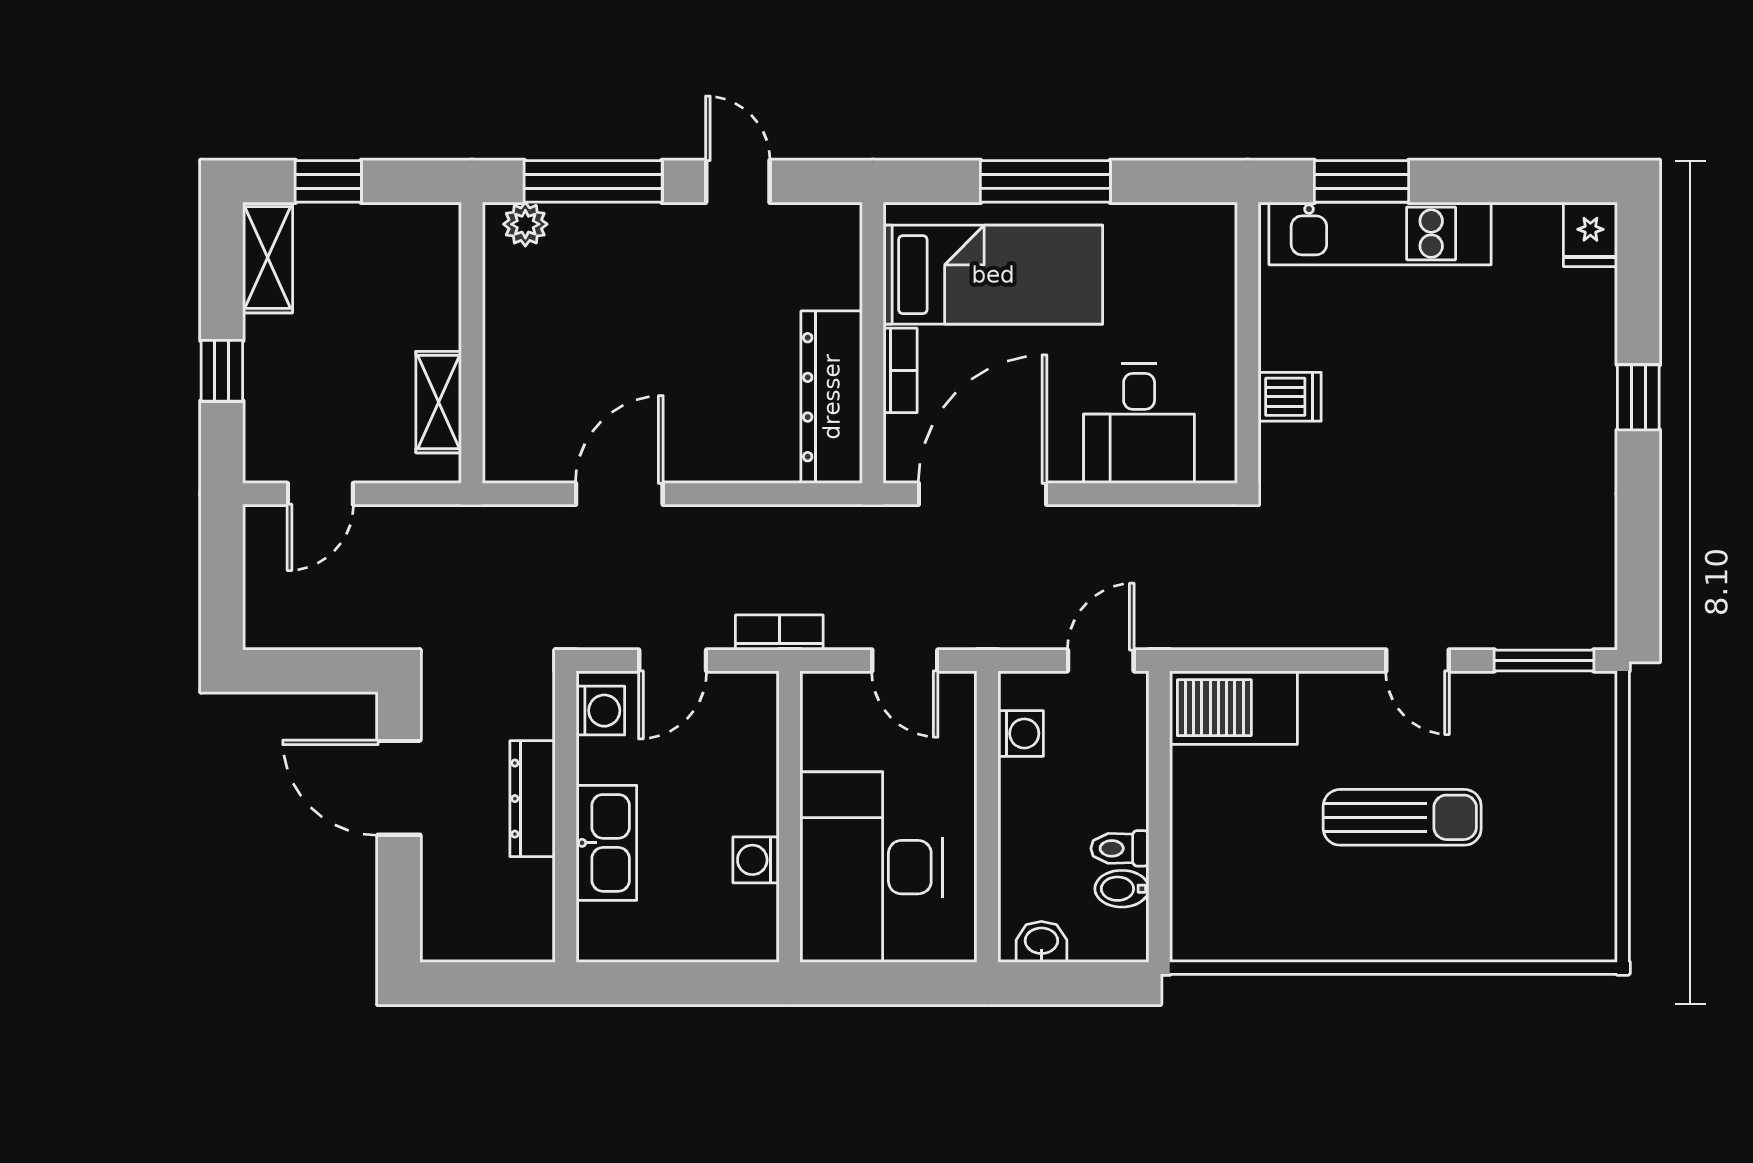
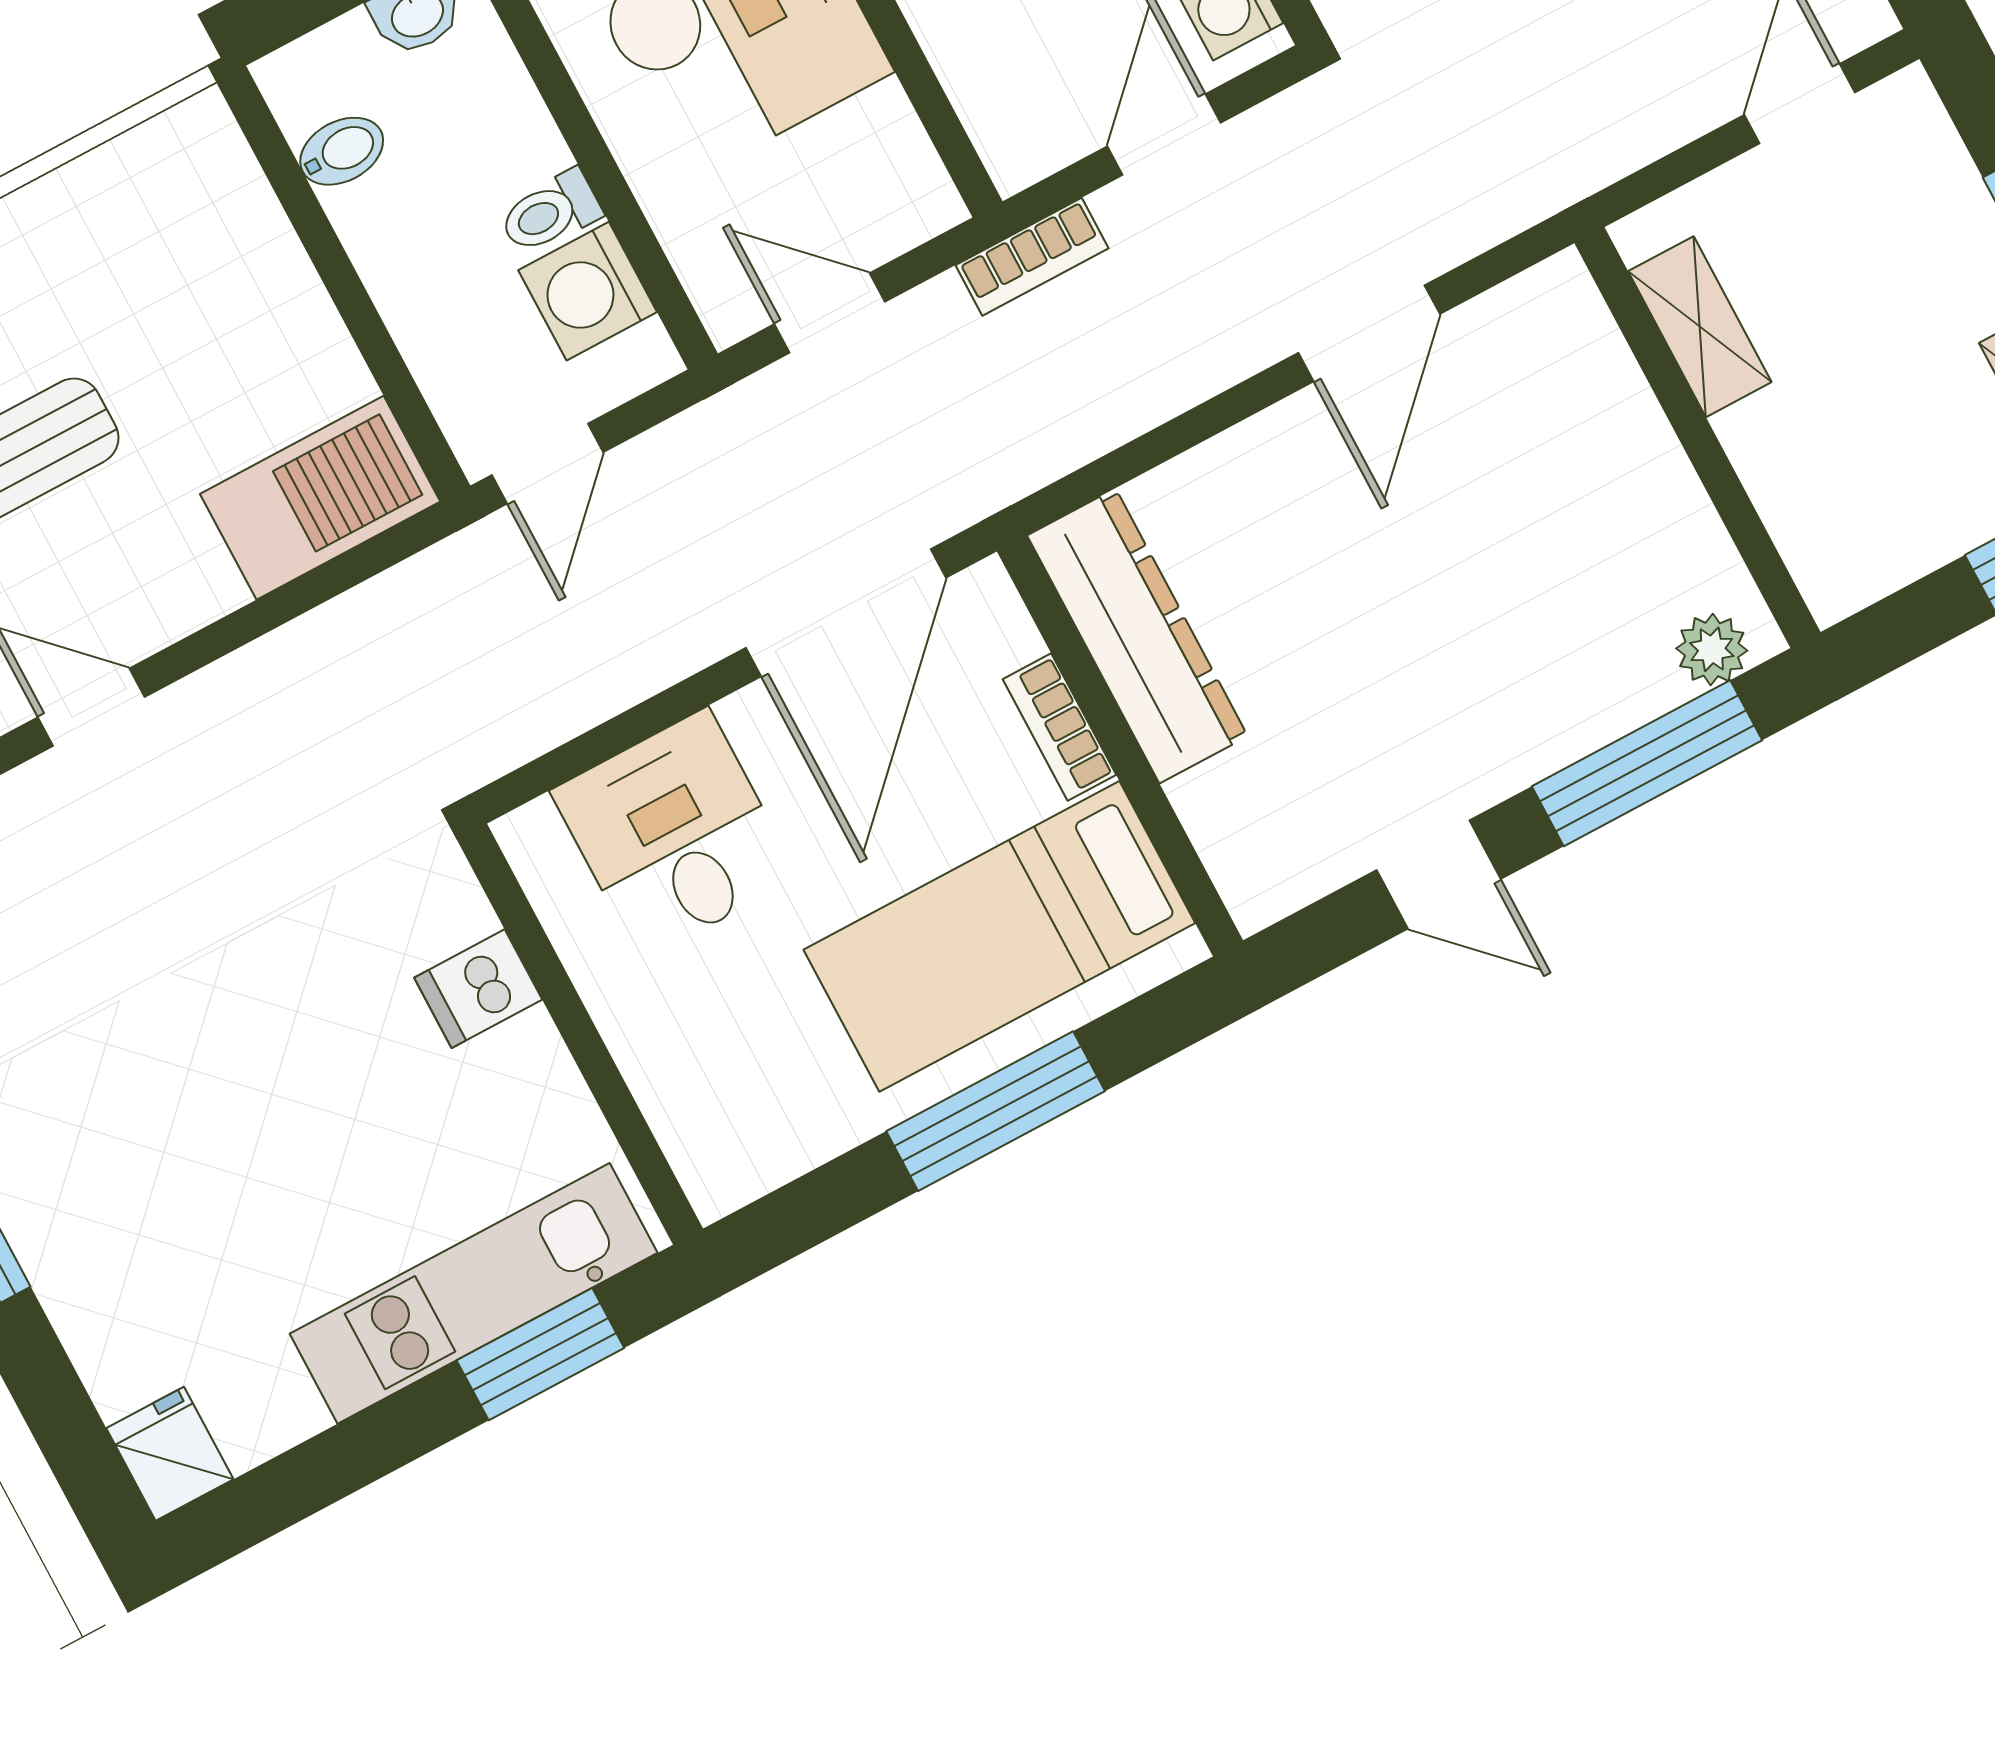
washing machine: (1021, 733) -> (588, 291), width x1.38, depth x1.38
toilet: (1120, 848) -> (550, 212), moved, turned 180

